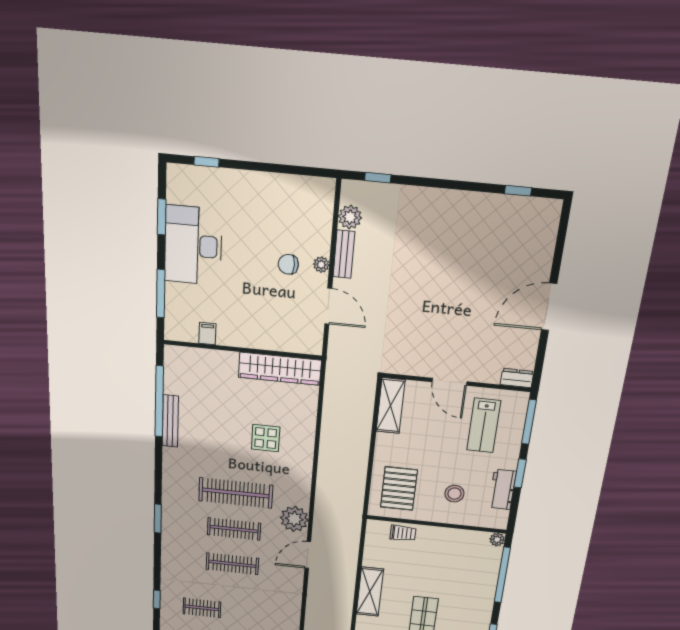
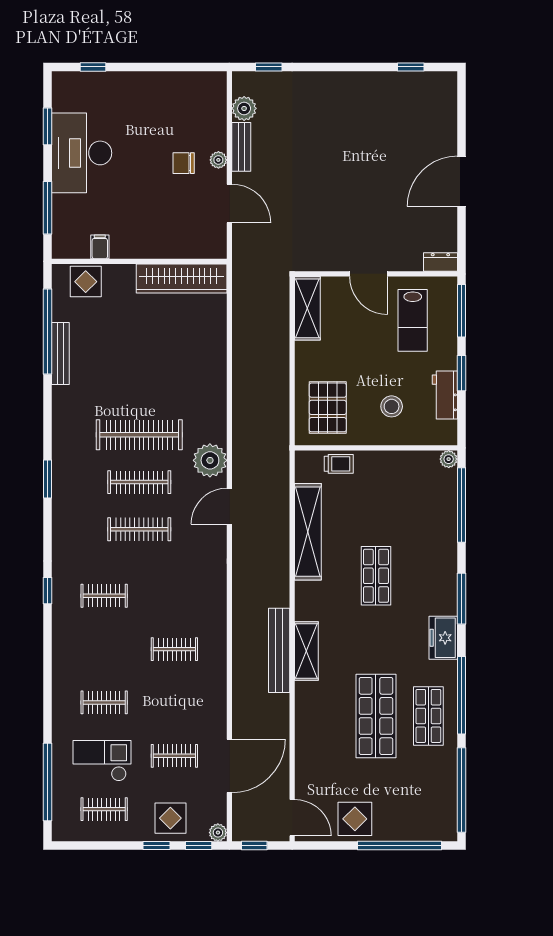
display table: (266, 438) -> (86, 282), moved
shelving: (370, 592) -> (308, 532), width x1.47

